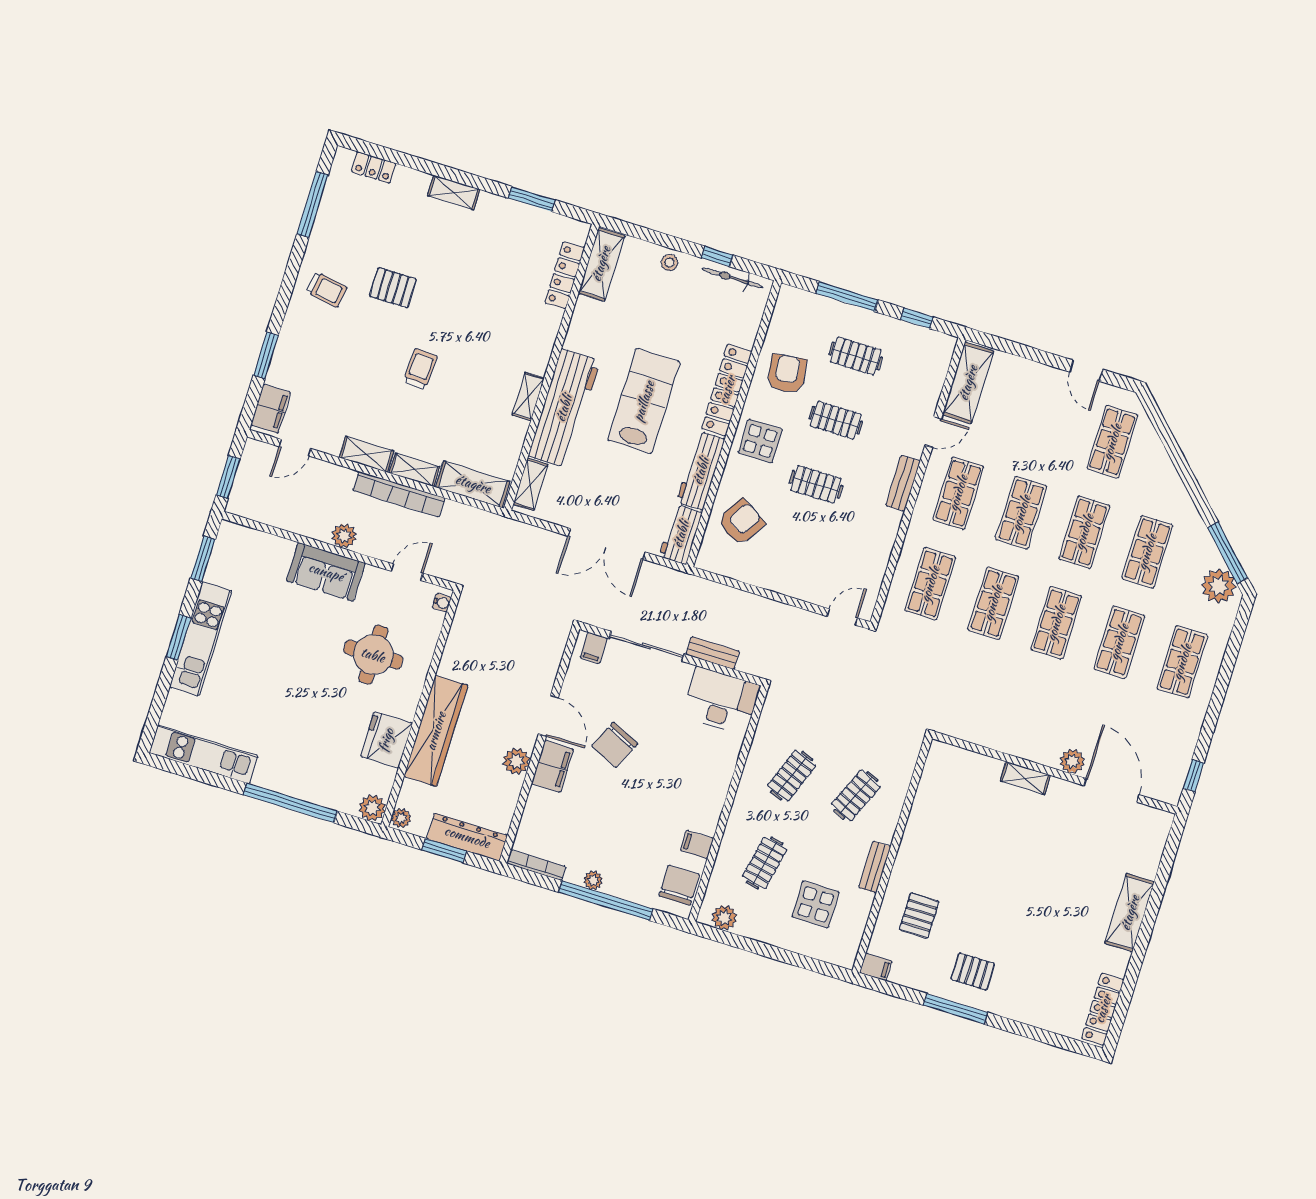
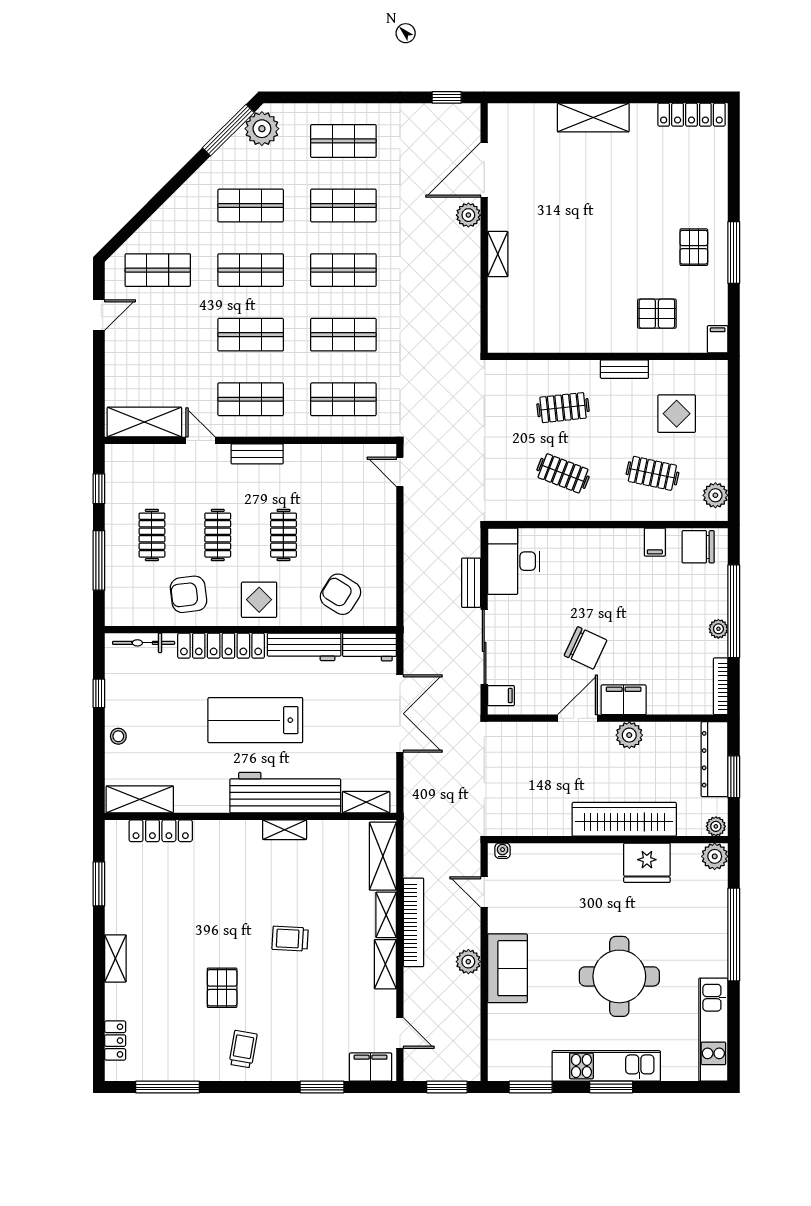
bicycle: (732, 278) -> (144, 643), moved, turned 90
round table: (373, 655) -> (619, 976), moved, width x1.36, depth x1.36
clothes rail: (856, 795) -> (563, 408), turned -30

